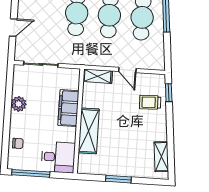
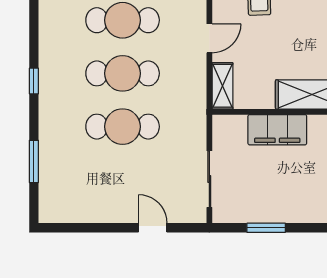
window: (9, 97) -> (266, 228), added
plant: (19, 104) -> (276, 211), removed

